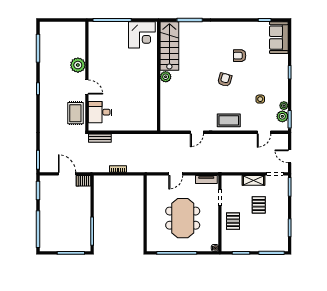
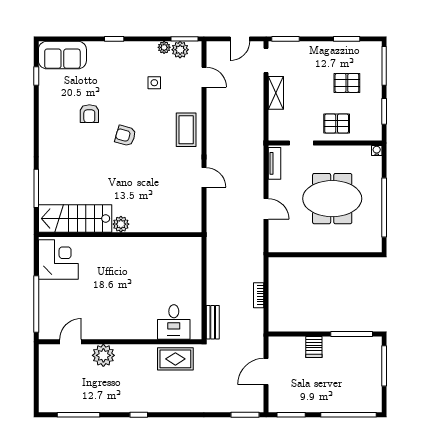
door: (87, 87) -> (71, 342), moved
server rack: (83, 181) -> (314, 347), moved
pallet: (259, 205) -> (347, 83), moved

